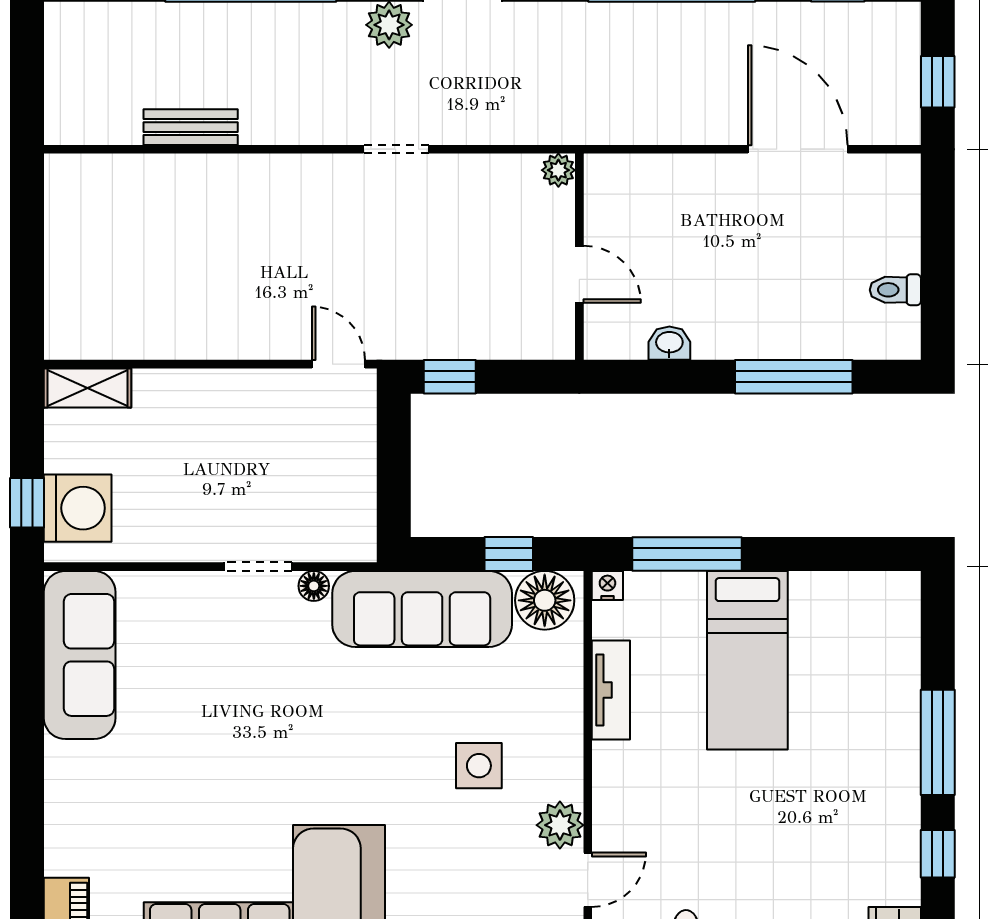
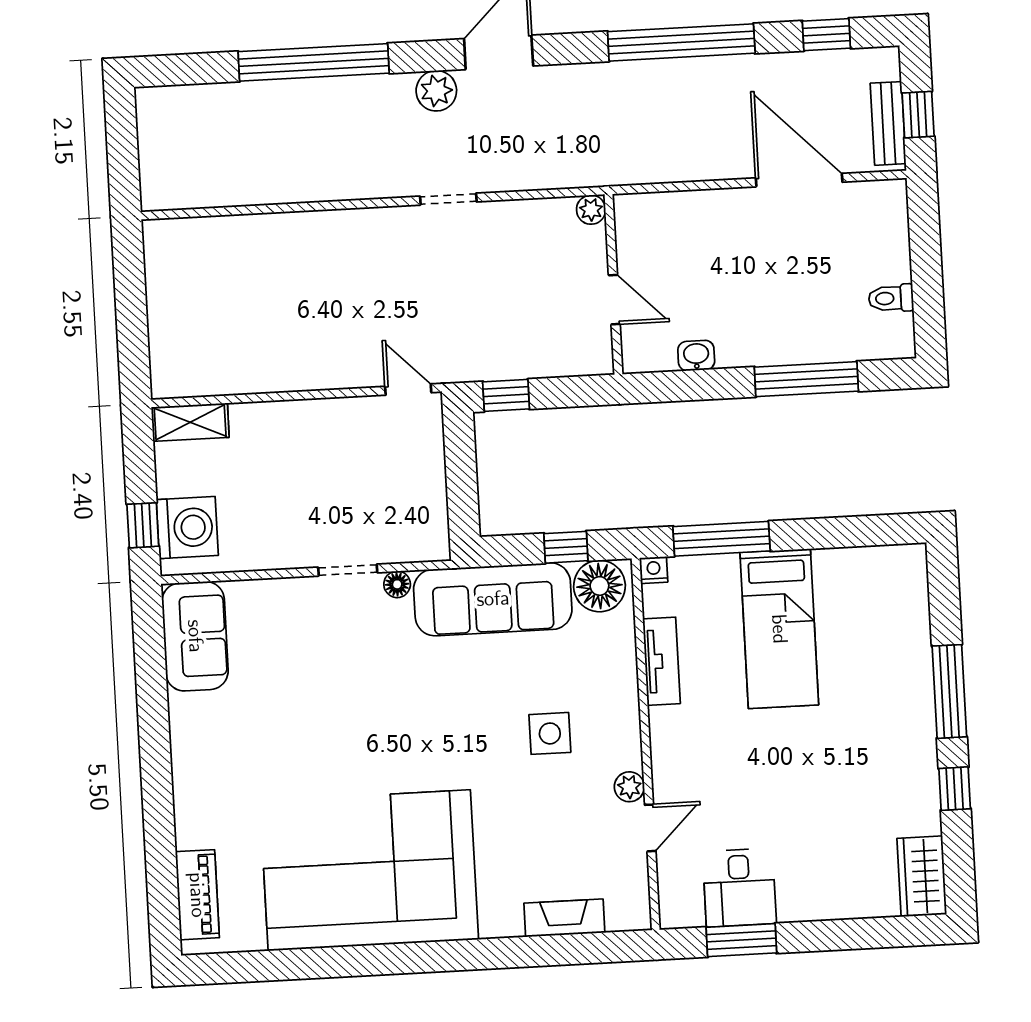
bench: (191, 127) -> (888, 123), moved, turned 90
sofa: (80, 655) -> (195, 636), width x0.73
plant: (560, 825) -> (629, 787), width x0.73, depth x0.73

